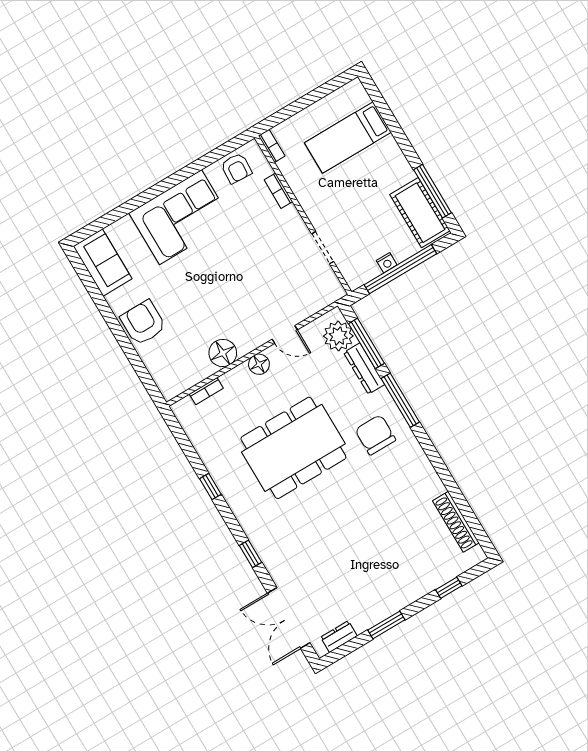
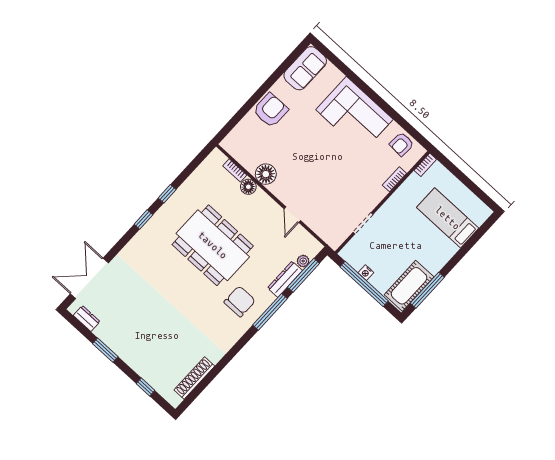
plant: (338, 336) -> (303, 261), width x0.53, depth x0.53
floor lamp: (259, 364) -> (248, 187), moved
window: (251, 554) -> (143, 220), moved

